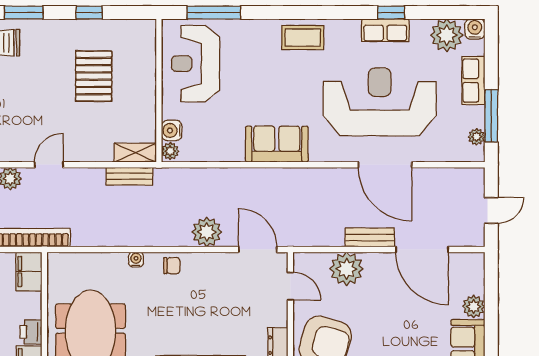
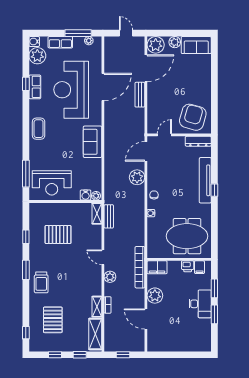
plant: (347, 269) -> (156, 45), moved

